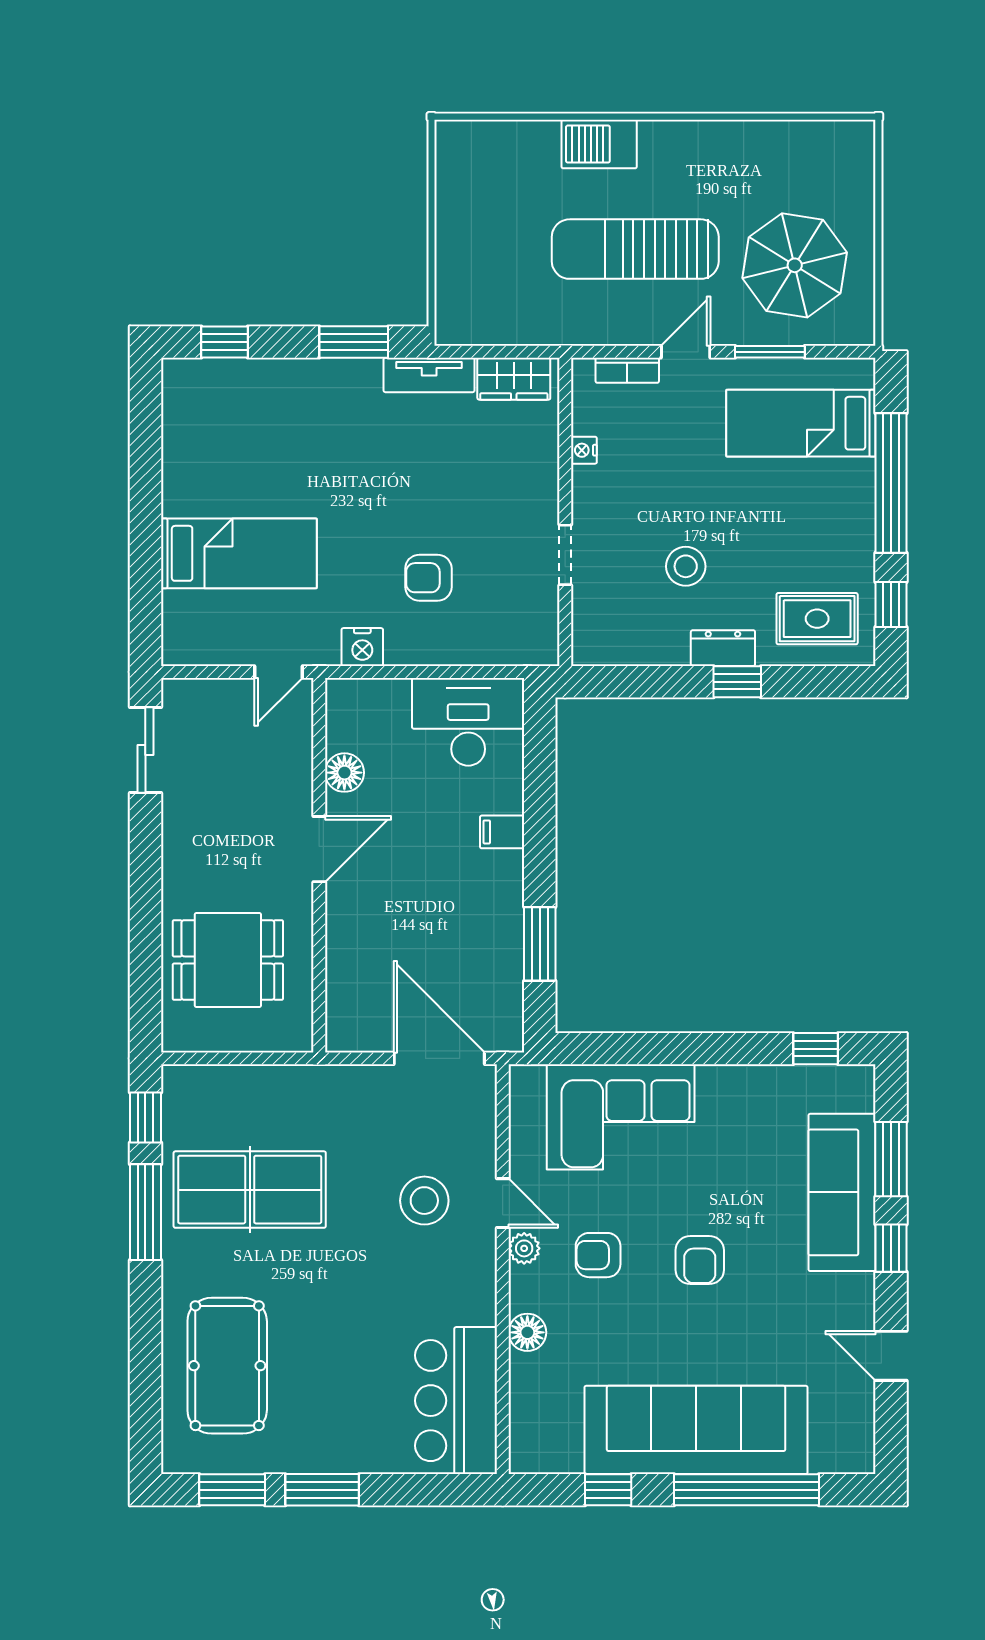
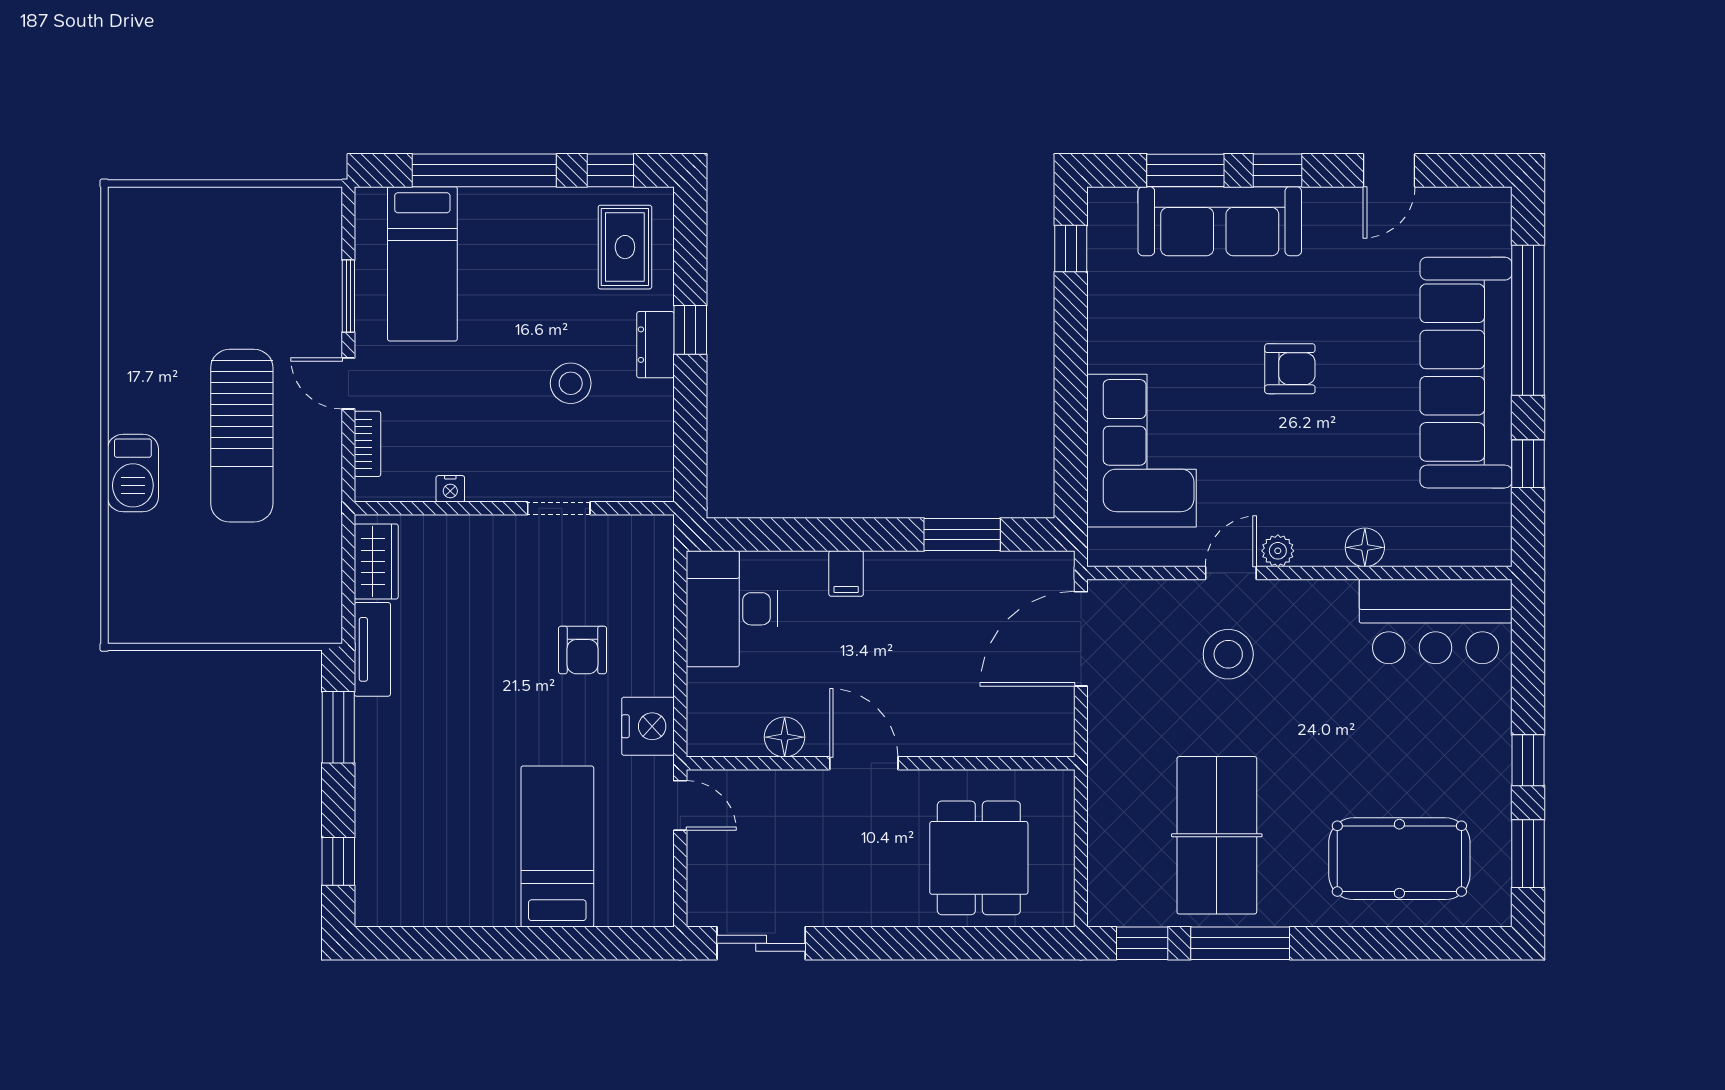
parasol: (795, 265) -> (259, 270), removed
nightstand: (362, 647) -> (648, 726), width x1.36, depth x1.33
armchair: (598, 1255) -> (1285, 474), removed
window: (322, 1490) -> (1528, 760), width x0.67

